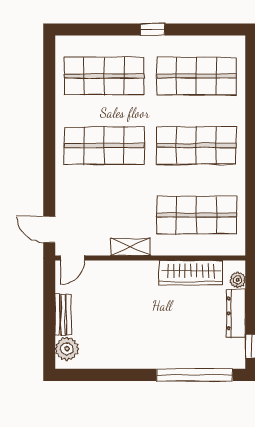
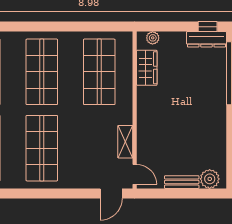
shelving: (131, 247) -> (125, 142), moved
wardrobe: (191, 273) -> (147, 68), width x0.67
dresser: (236, 313) -> (206, 39), moved

